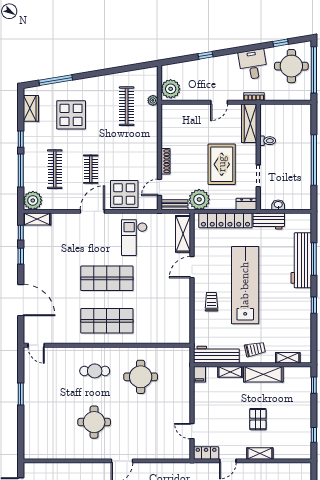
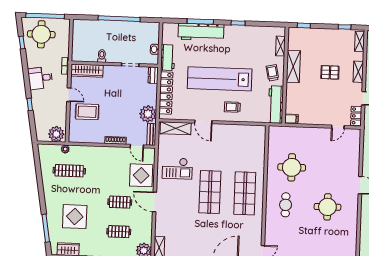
desk: (253, 64) -> (40, 78), moved
rug: (222, 164) -> (87, 112), moved, width x0.73, depth x0.70
clothes rail: (55, 169) -> (119, 232), width x0.73
shelving: (230, 372) -> (360, 41), moved

